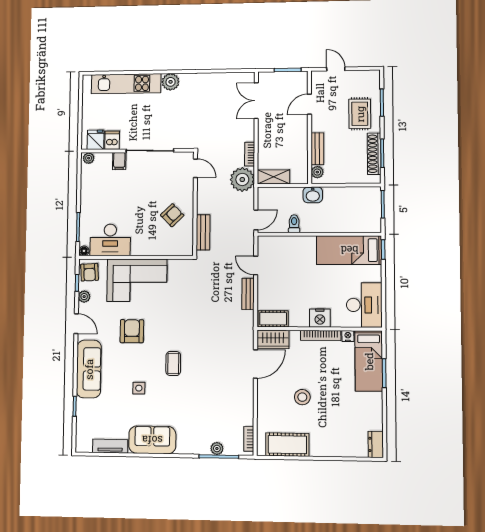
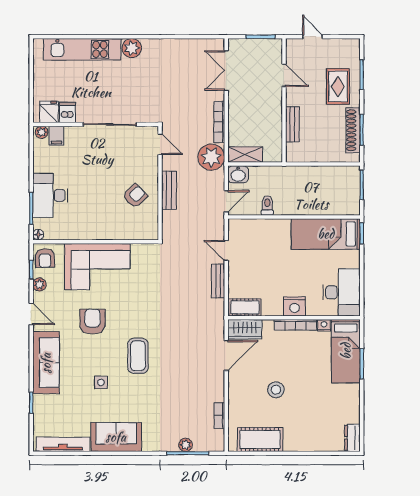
door: (309, 104) -> (284, 75), swing flipped
bookcase: (250, 154) -> (219, 122), width x1.56
filing cabinet: (119, 161) -> (56, 136), moved
plant: (317, 172) -> (292, 150), removed
washbasin: (313, 195) -> (238, 174), moved
bench: (203, 232) -> (169, 190), moved
desk: (110, 240) -> (50, 195), moved, turned 90
coffee table: (173, 363) -> (138, 356), width x1.36, depth x1.30
bookcase: (249, 439) -> (219, 416), moved
tv unit: (110, 446) -> (63, 444), width x1.41

